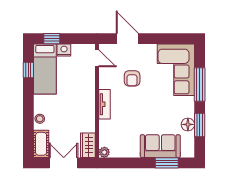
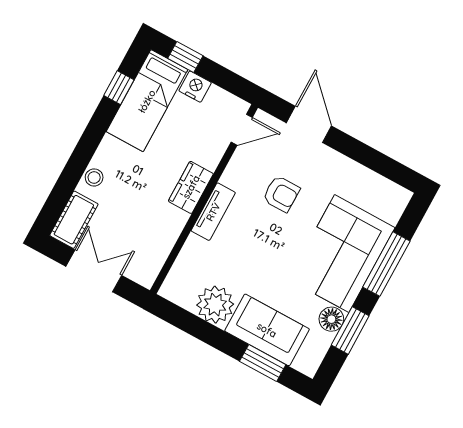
door: (97, 58) -> (242, 130), hinge flipped
corner sofa: (176, 70) -> (342, 253), moved
armchair: (132, 78) -> (281, 194), turned -90
wardrobe: (88, 145) -> (191, 187), moved
plant: (104, 152) -> (215, 305), moved, width x1.88, depth x1.88

